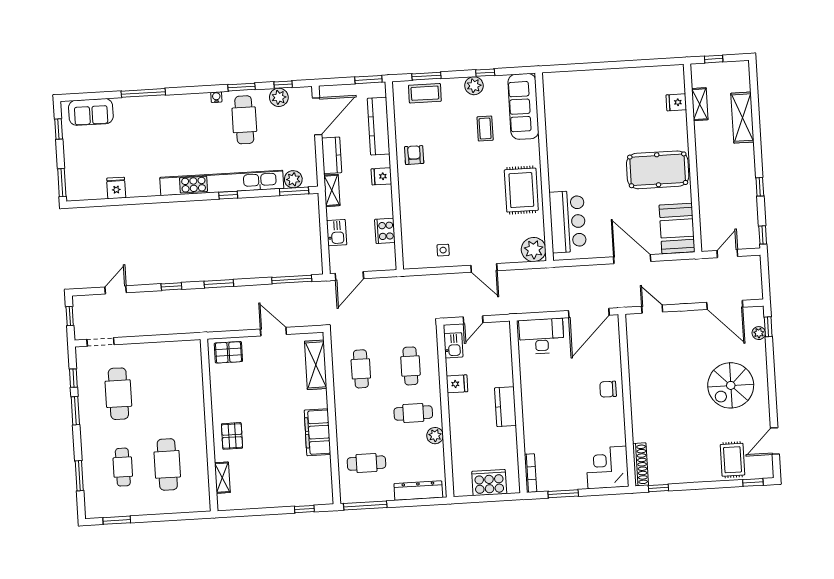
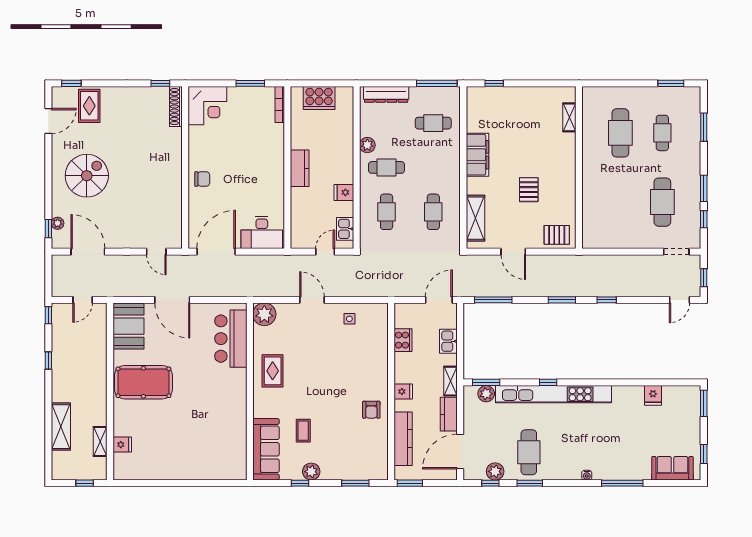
coffee table: (425, 93) -> (358, 467), removed
water cooler: (216, 97) -> (587, 475), moved
rug: (521, 190) -> (273, 371), width x0.73, depth x0.70
door: (116, 290) -> (679, 300), moved
pallet: (232, 436) -> (529, 190), moved

